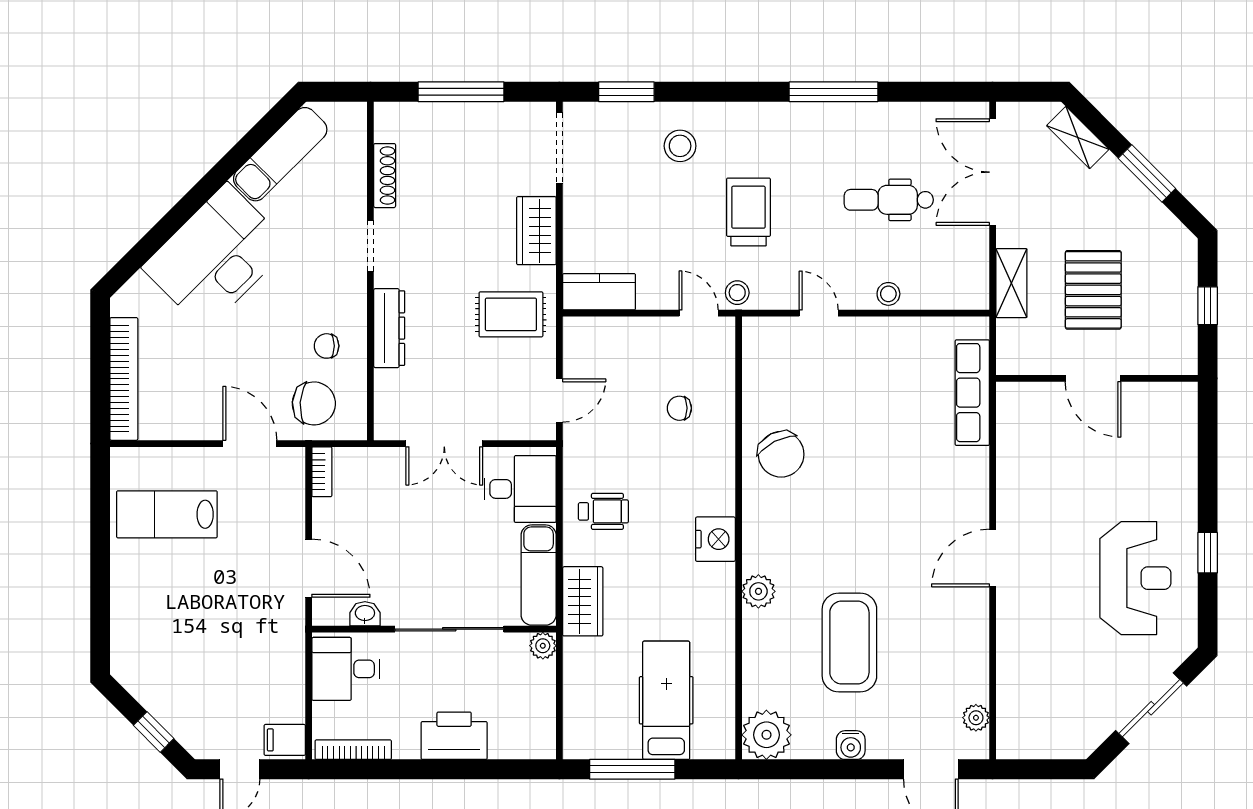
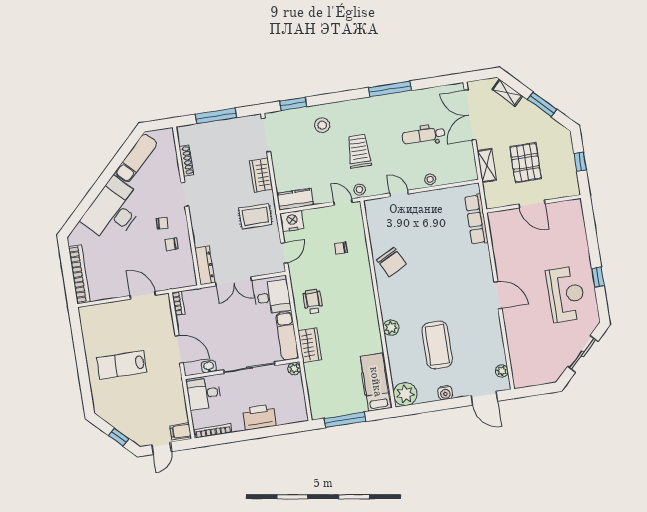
dresser: (389, 328) -> (205, 265), moved
chair: (314, 403) -> (162, 223), moved, width x0.54, depth x0.54
wheelchair: (603, 511) -> (313, 302), turned -90
lab bench: (167, 514) -> (122, 365), moved
nightstand: (715, 539) -> (292, 221), moved, turned -90
door: (993, 558) -> (498, 295), swing flipped
hospital bed: (666, 700) -> (376, 382), moved

